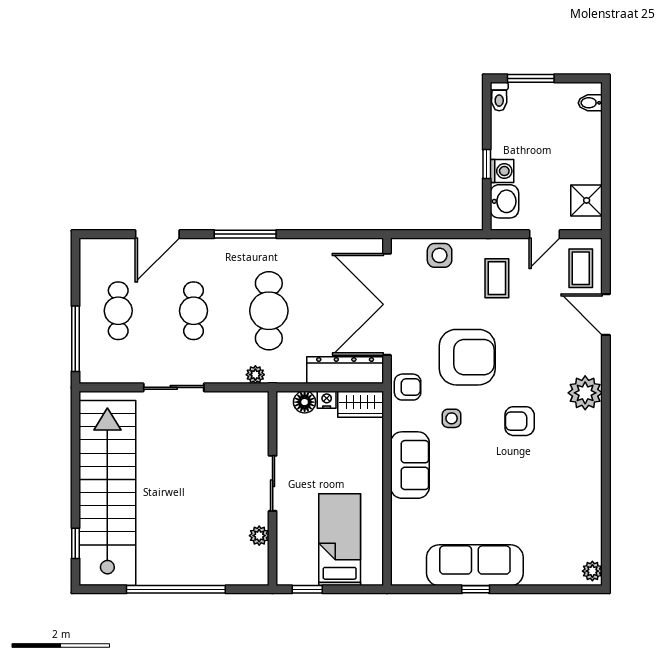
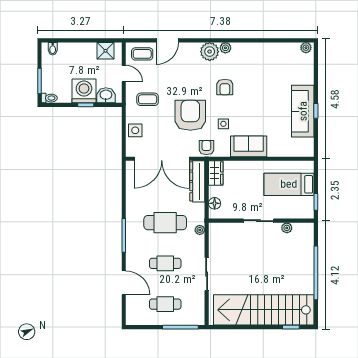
washing machine: (502, 171) -> (84, 91), width x1.89, depth x1.89
nightstand: (327, 400) -> (213, 191), removed
plant: (592, 422) -> (225, 48), added

